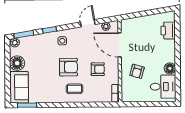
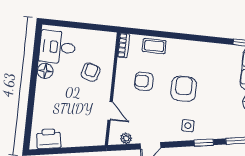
printer: (168, 31) -> (49, 139), moved, turned -99
door: (120, 45) -> (110, 111), width x0.53
armchair: (68, 67) -> (184, 89), turned 90
coffee table: (74, 89) -> (154, 46), moved

